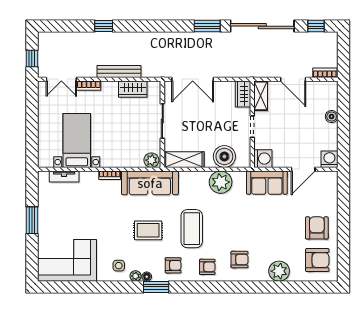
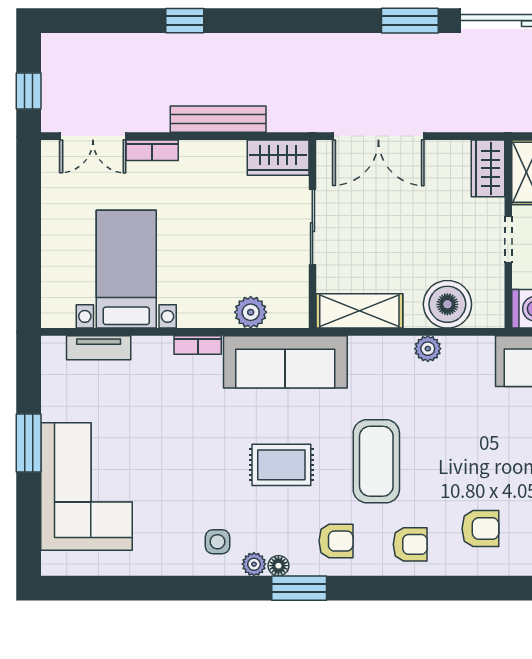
wardrobe: (133, 89) -> (278, 158), moved
plant: (151, 160) -> (251, 312), moved
plant: (221, 182) -> (428, 349), width x0.53, depth x0.53
corner sofa: (67, 260) -> (86, 486), moved, turned 90

